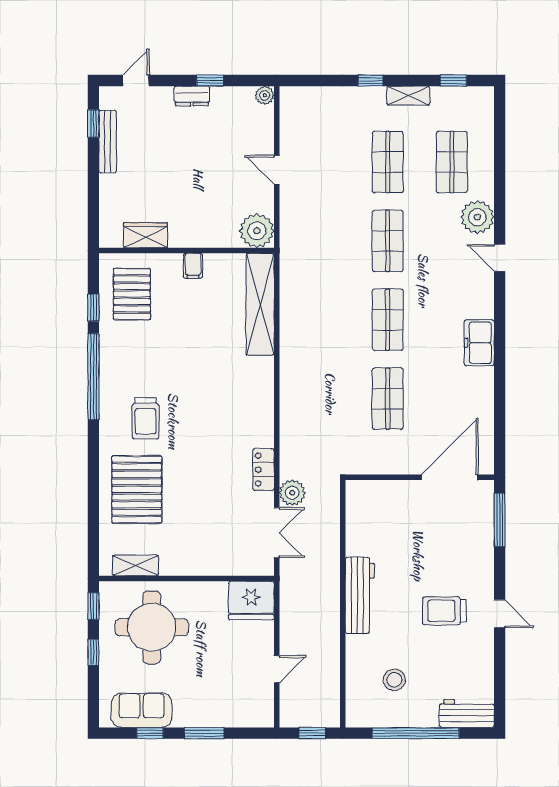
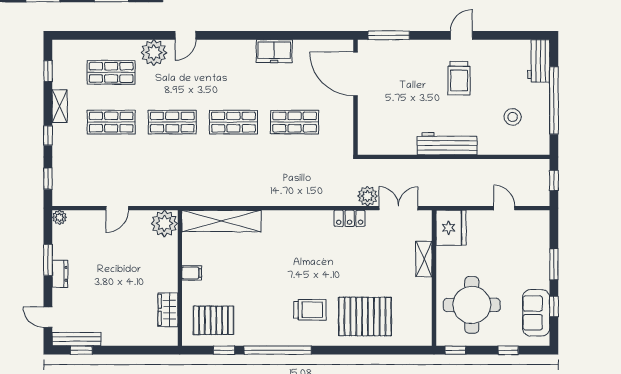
window: (210, 81) -> (48, 260), width x1.50
window: (315, 81) -> (48, 179), added
bench: (108, 142) -> (77, 339), moved
freezer: (479, 343) -> (274, 51), moved
shelving: (136, 565) -> (424, 259), moved
window: (93, 652) -> (508, 350), moved

